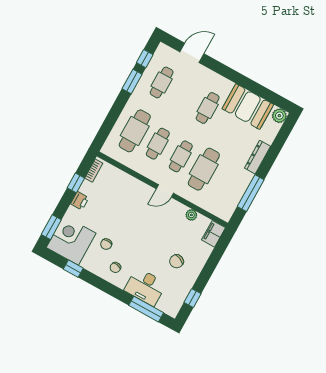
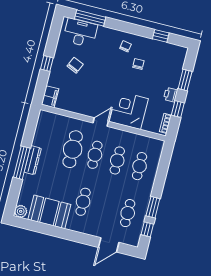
cafe table: (135, 131) -> (140, 166), width x0.73, depth x0.74
dresser: (257, 157) -> (33, 160), moved
window: (251, 193) -> (22, 163), moved
plant: (191, 215) -> (73, 108), removed
window: (51, 227) -> (185, 80), moved
corner desk: (71, 240) -> (129, 110), moved, turned 180
desk: (145, 287) -> (80, 33), moved
window: (193, 298) -> (47, 63), moved

